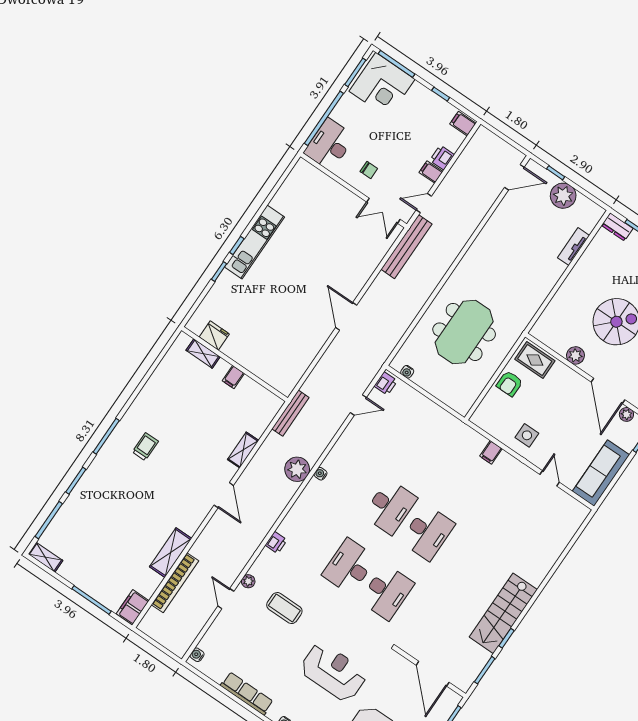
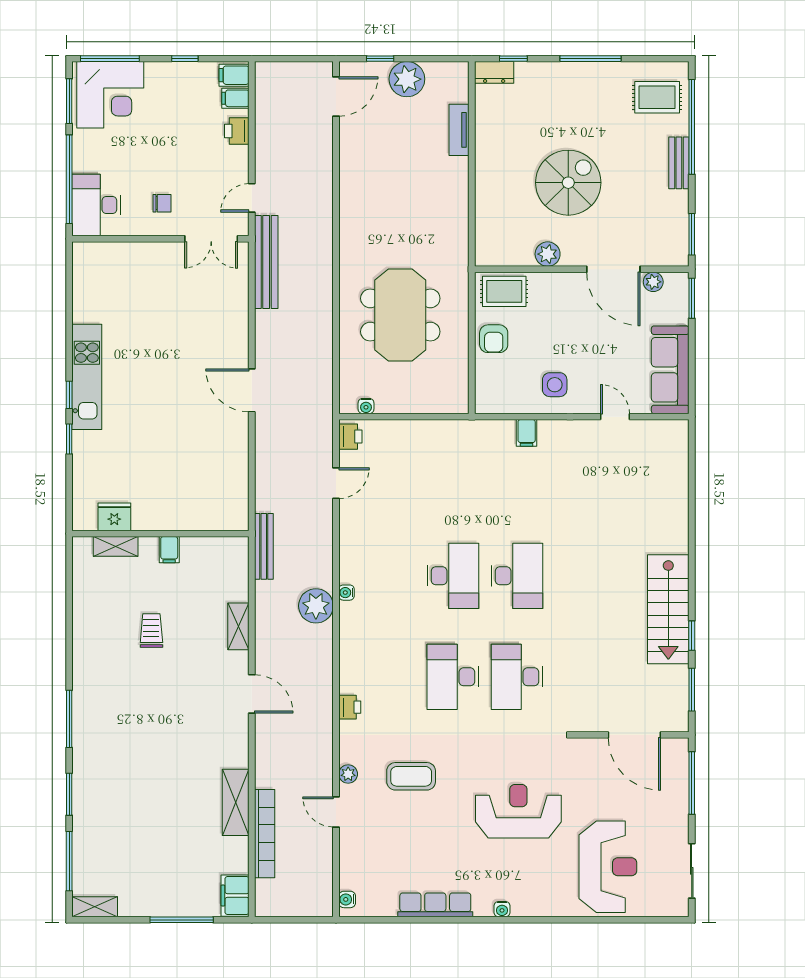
filing cabinet: (431, 172) -> (235, 98), moved
trolley: (145, 447) -> (151, 631), moved
desk: (387, 592) -> (517, 677), turned 180

